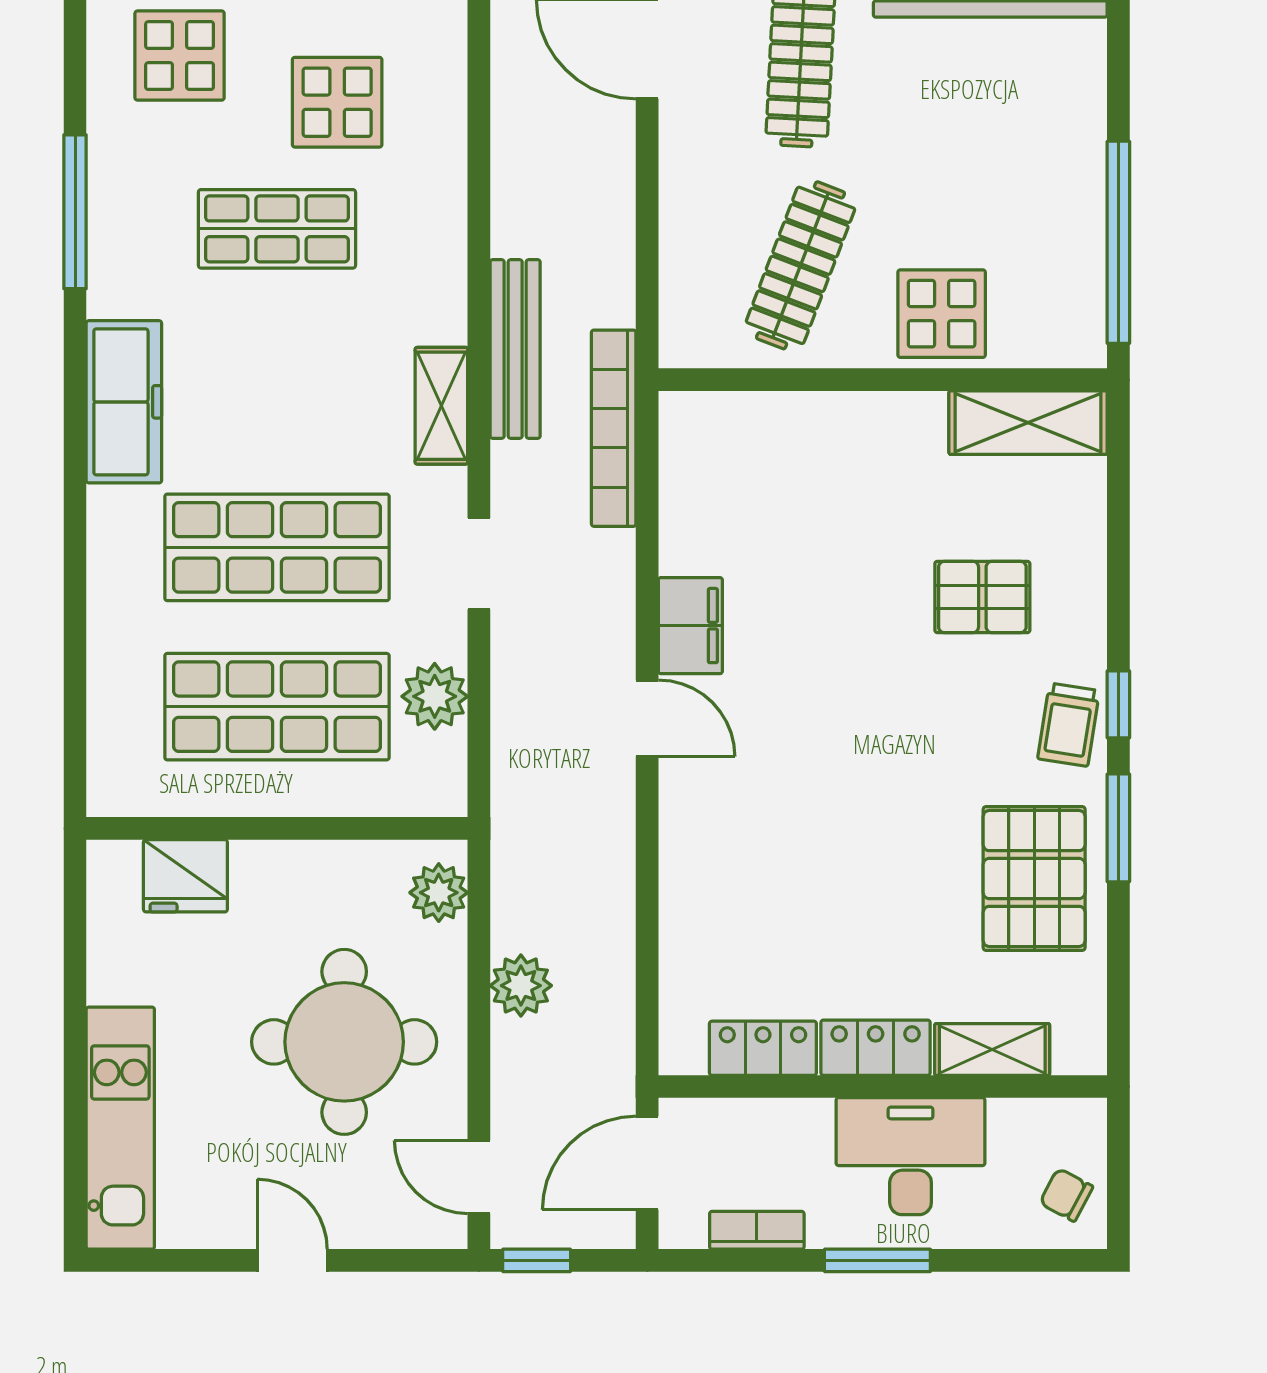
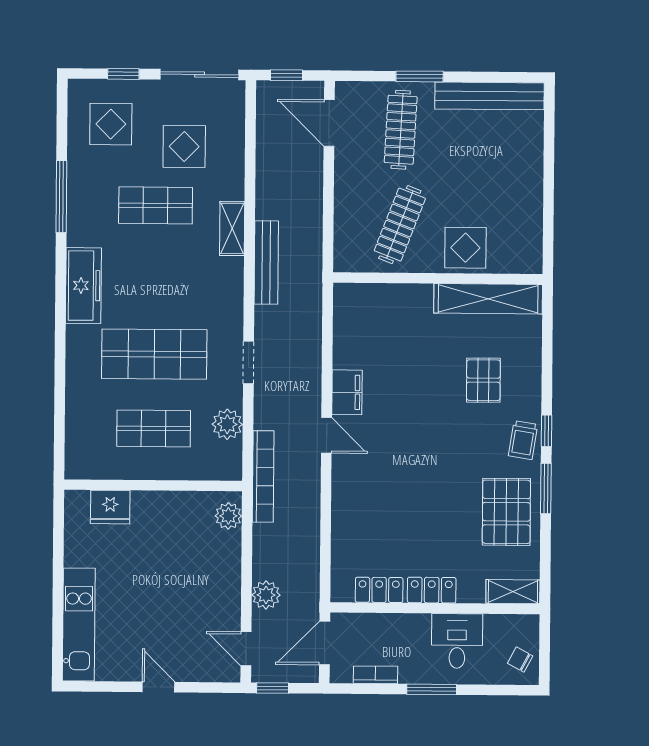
window: (1118, 242) -> (548, 215), removed
shelving: (441, 406) -> (232, 228), moved
shelving: (1028, 423) -> (488, 299), width x1.47
bookcase: (614, 428) -> (263, 476), moved, turned 180
pallet: (982, 597) -> (483, 380), turned 90
shop shelf: (277, 707) -> (154, 428), width x0.70, depth x0.74
plant: (521, 986) -> (266, 595), moved
round table: (344, 1042) -> (184, 585), removed
shelving: (992, 1049) -> (513, 592), moved
desk: (911, 1156) -> (457, 641), width x0.73

